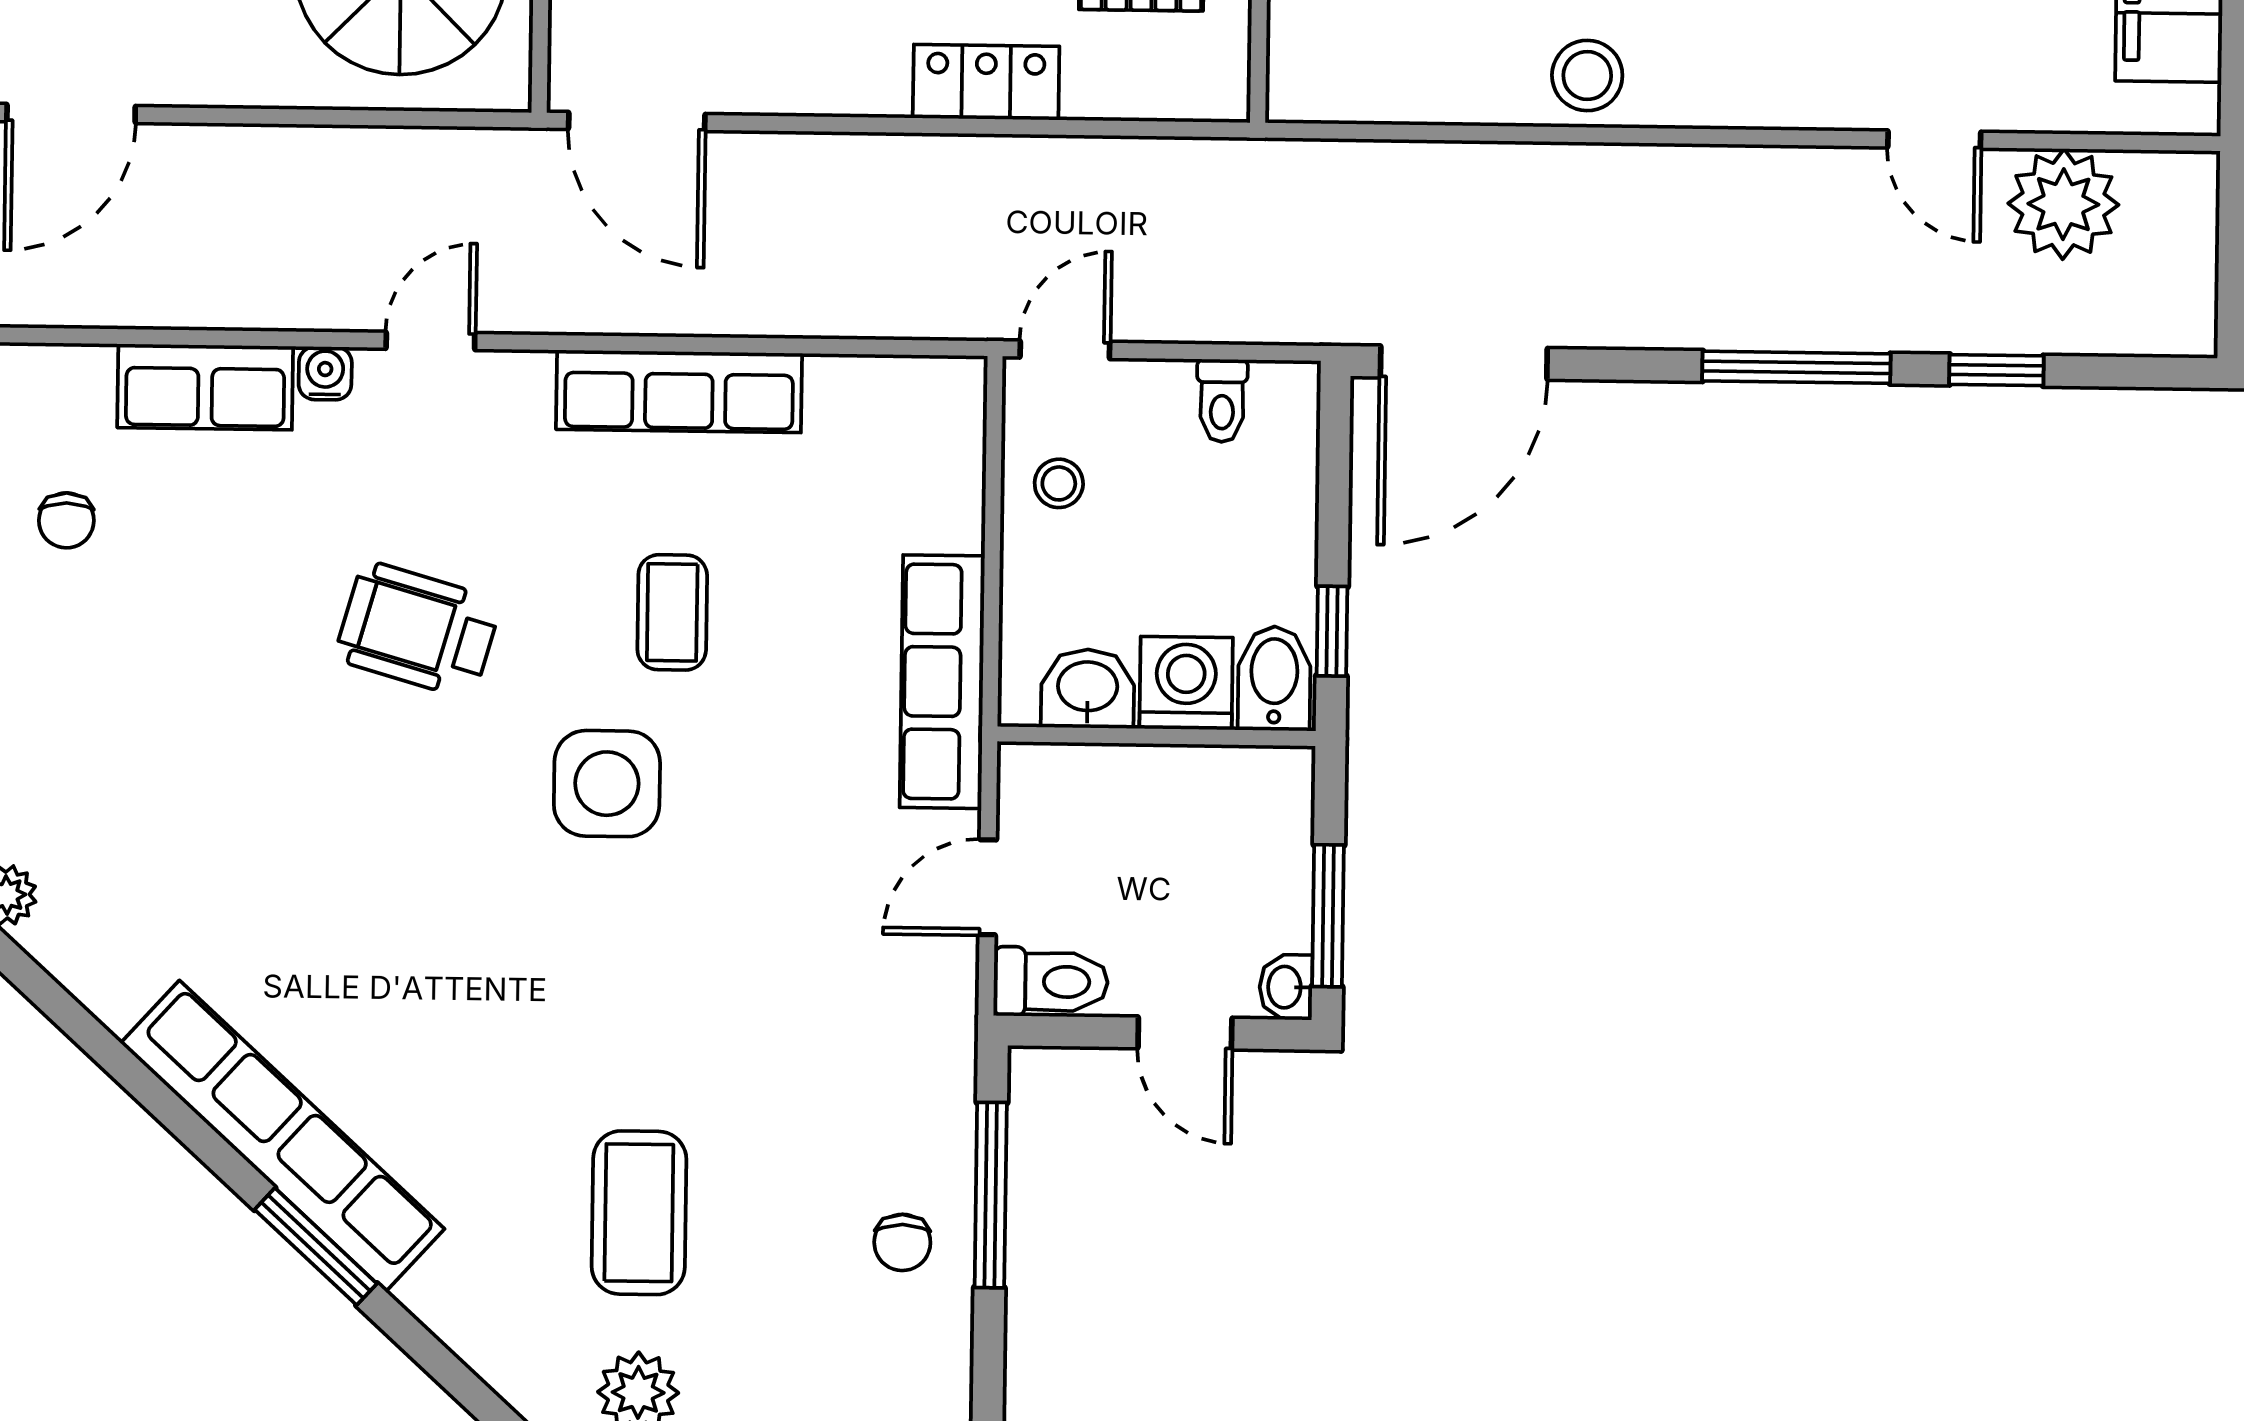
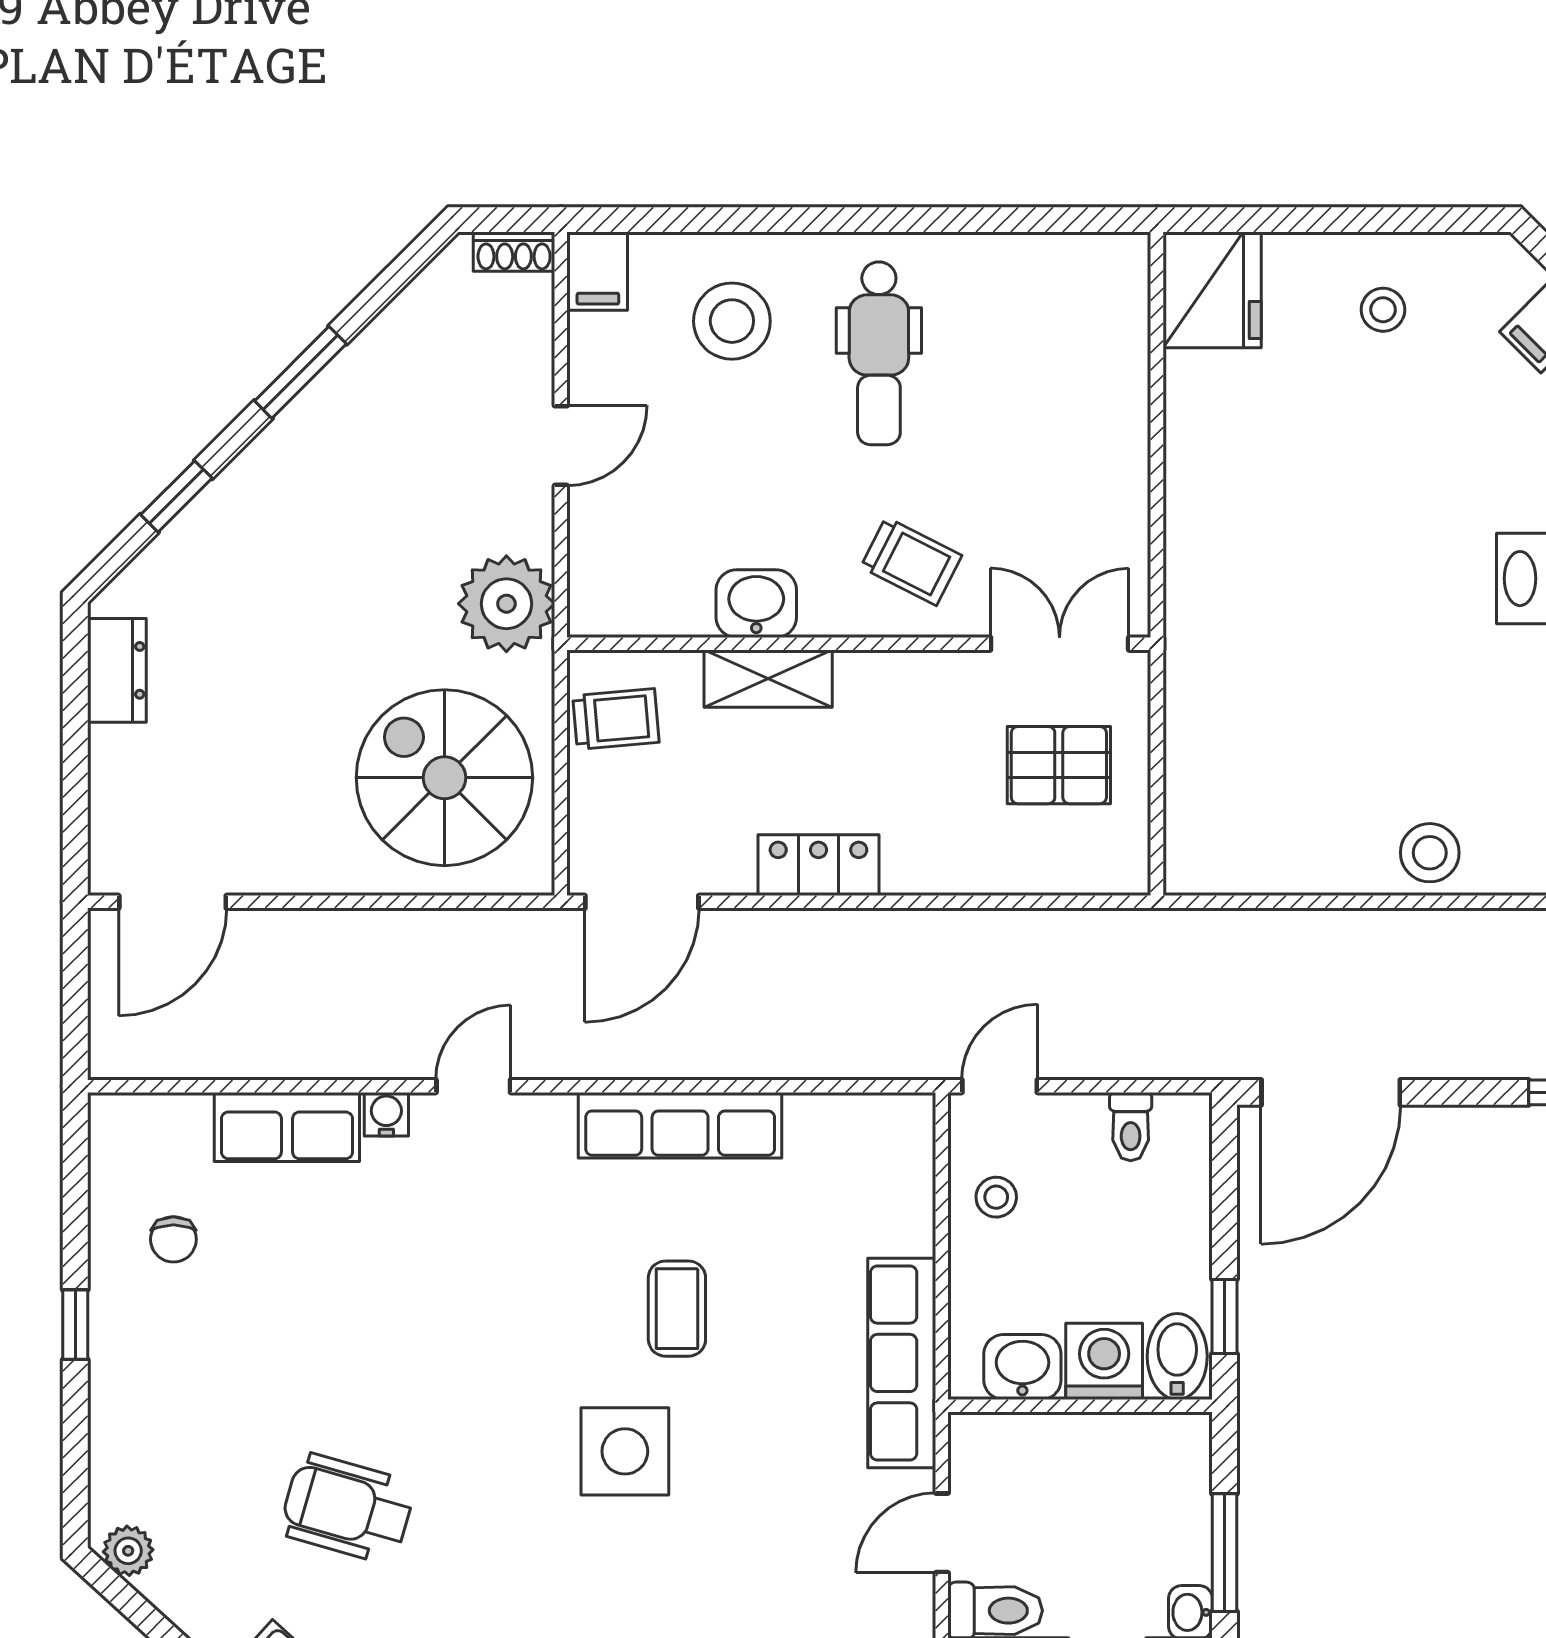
locker: (986, 82) -> (818, 865), moved
door: (637, 121) -> (642, 902), hinge flipped
wheelchair: (418, 630) -> (347, 1508), moved

